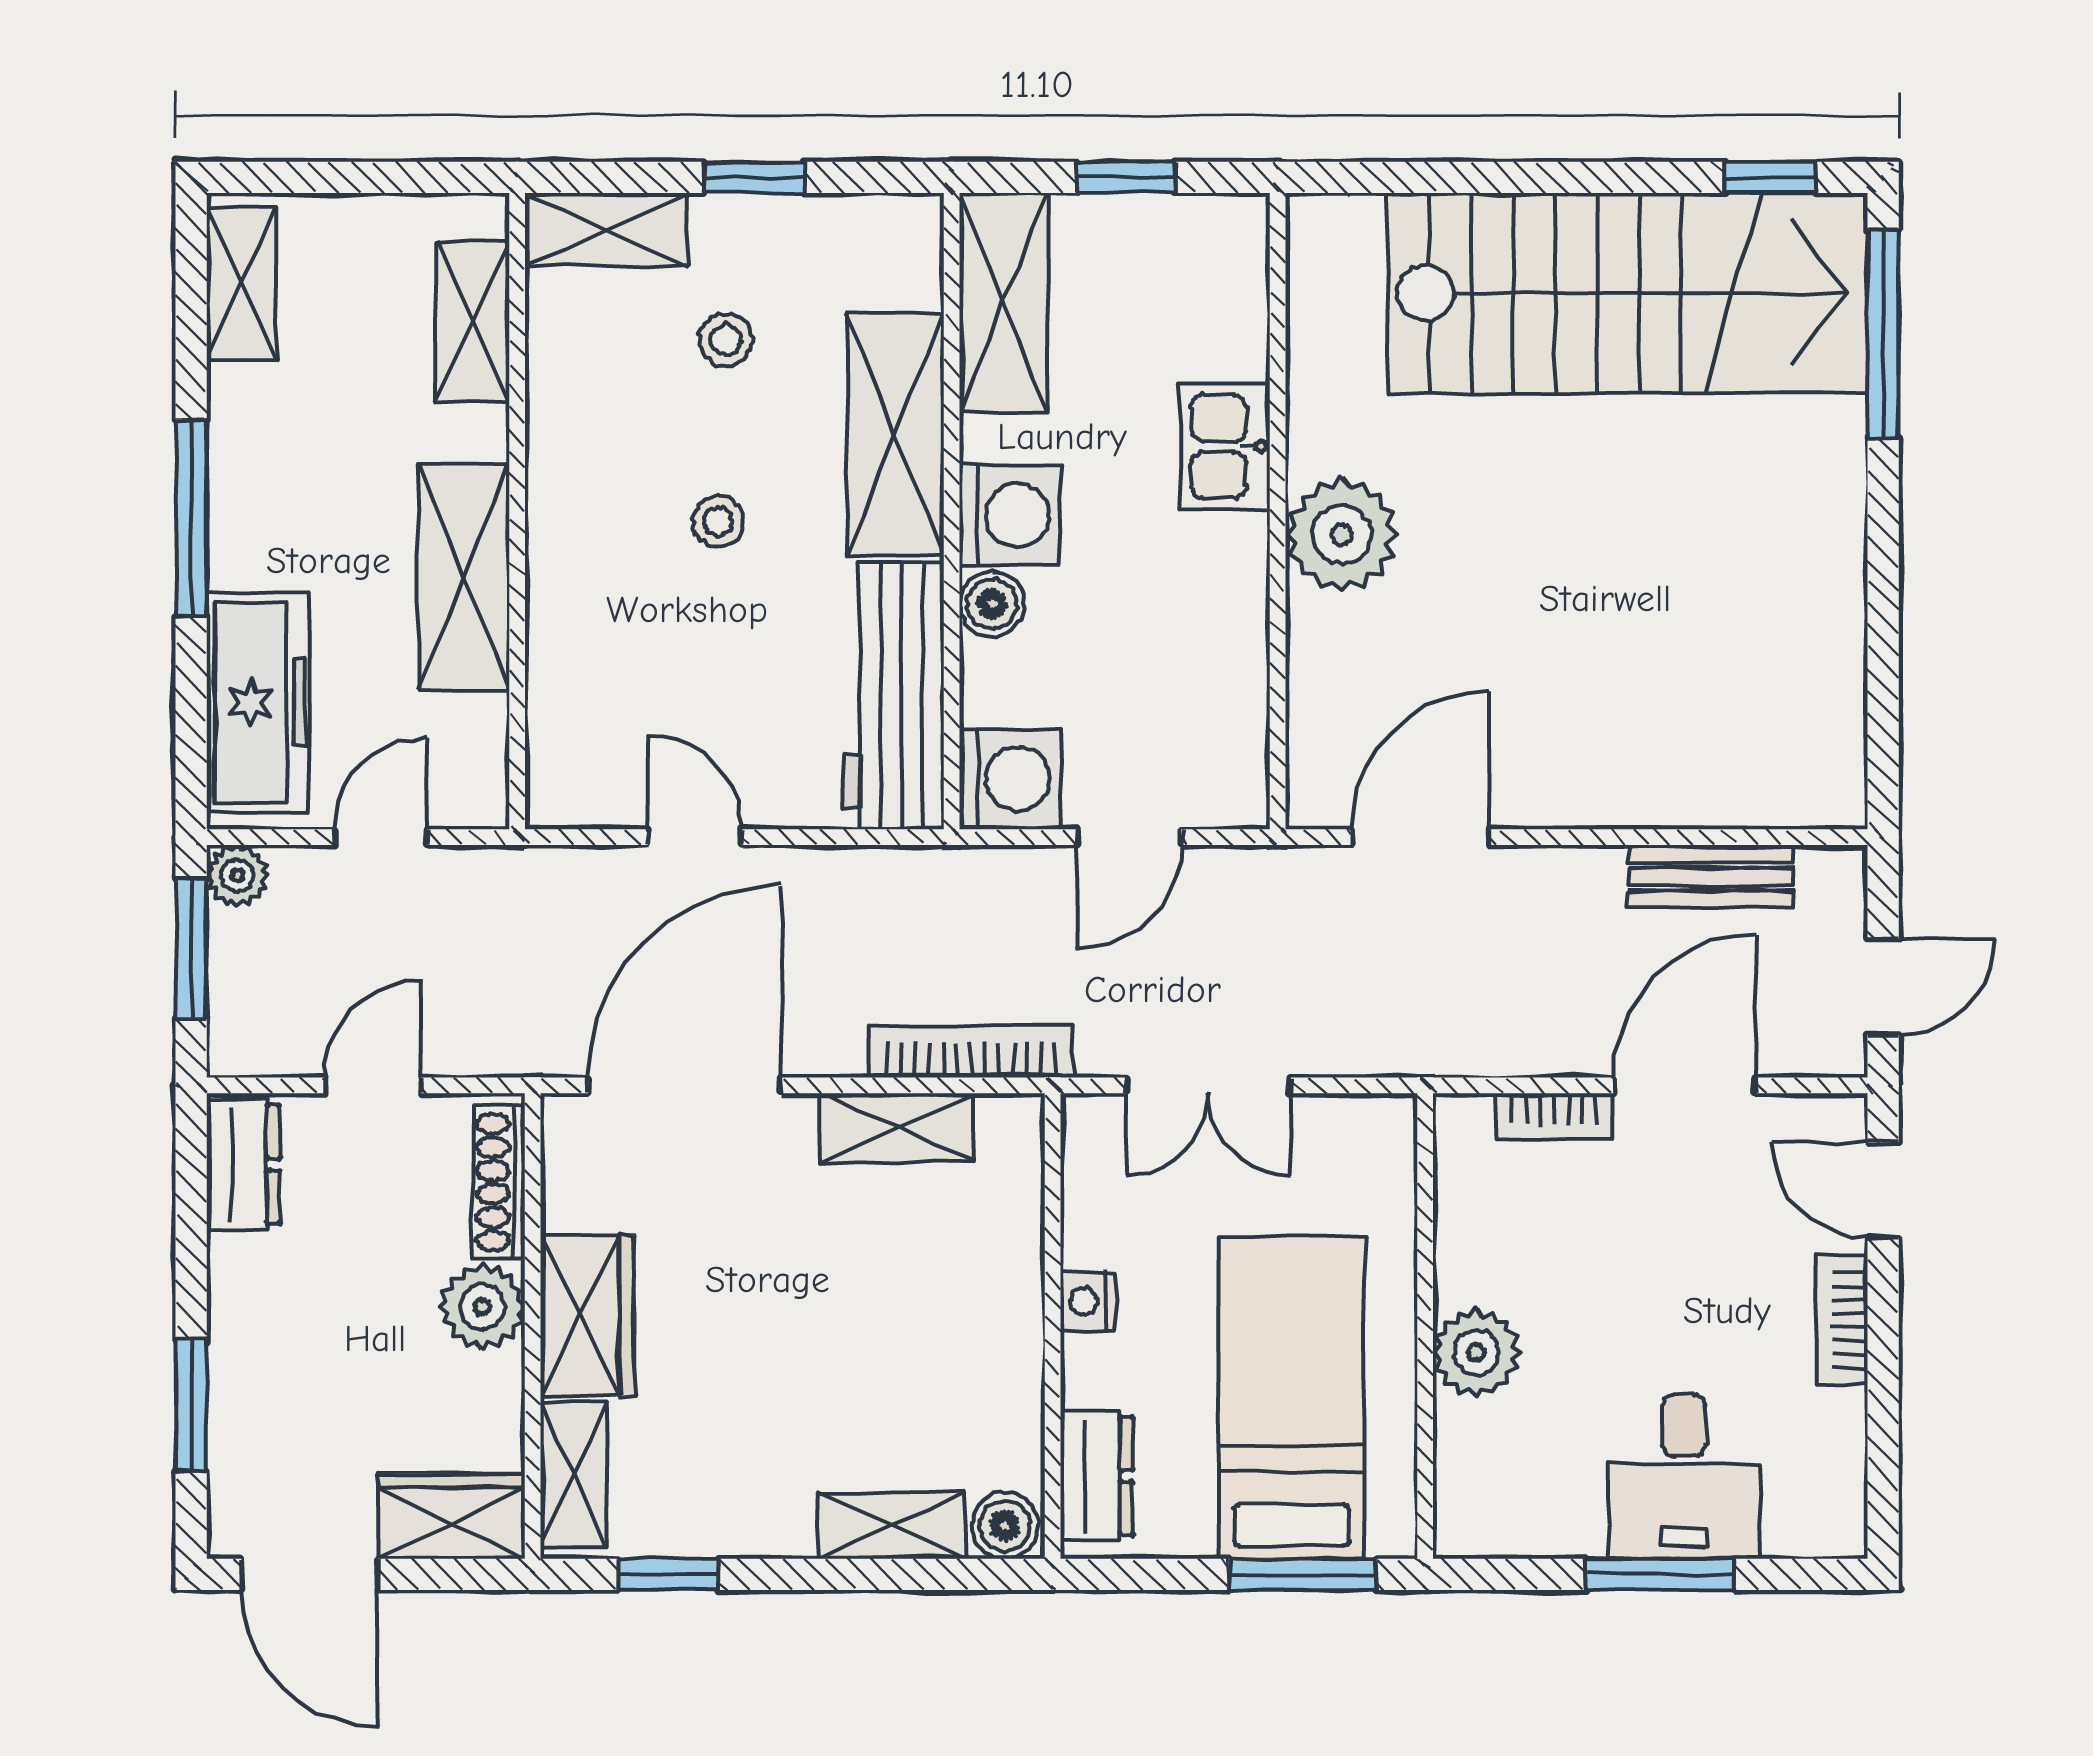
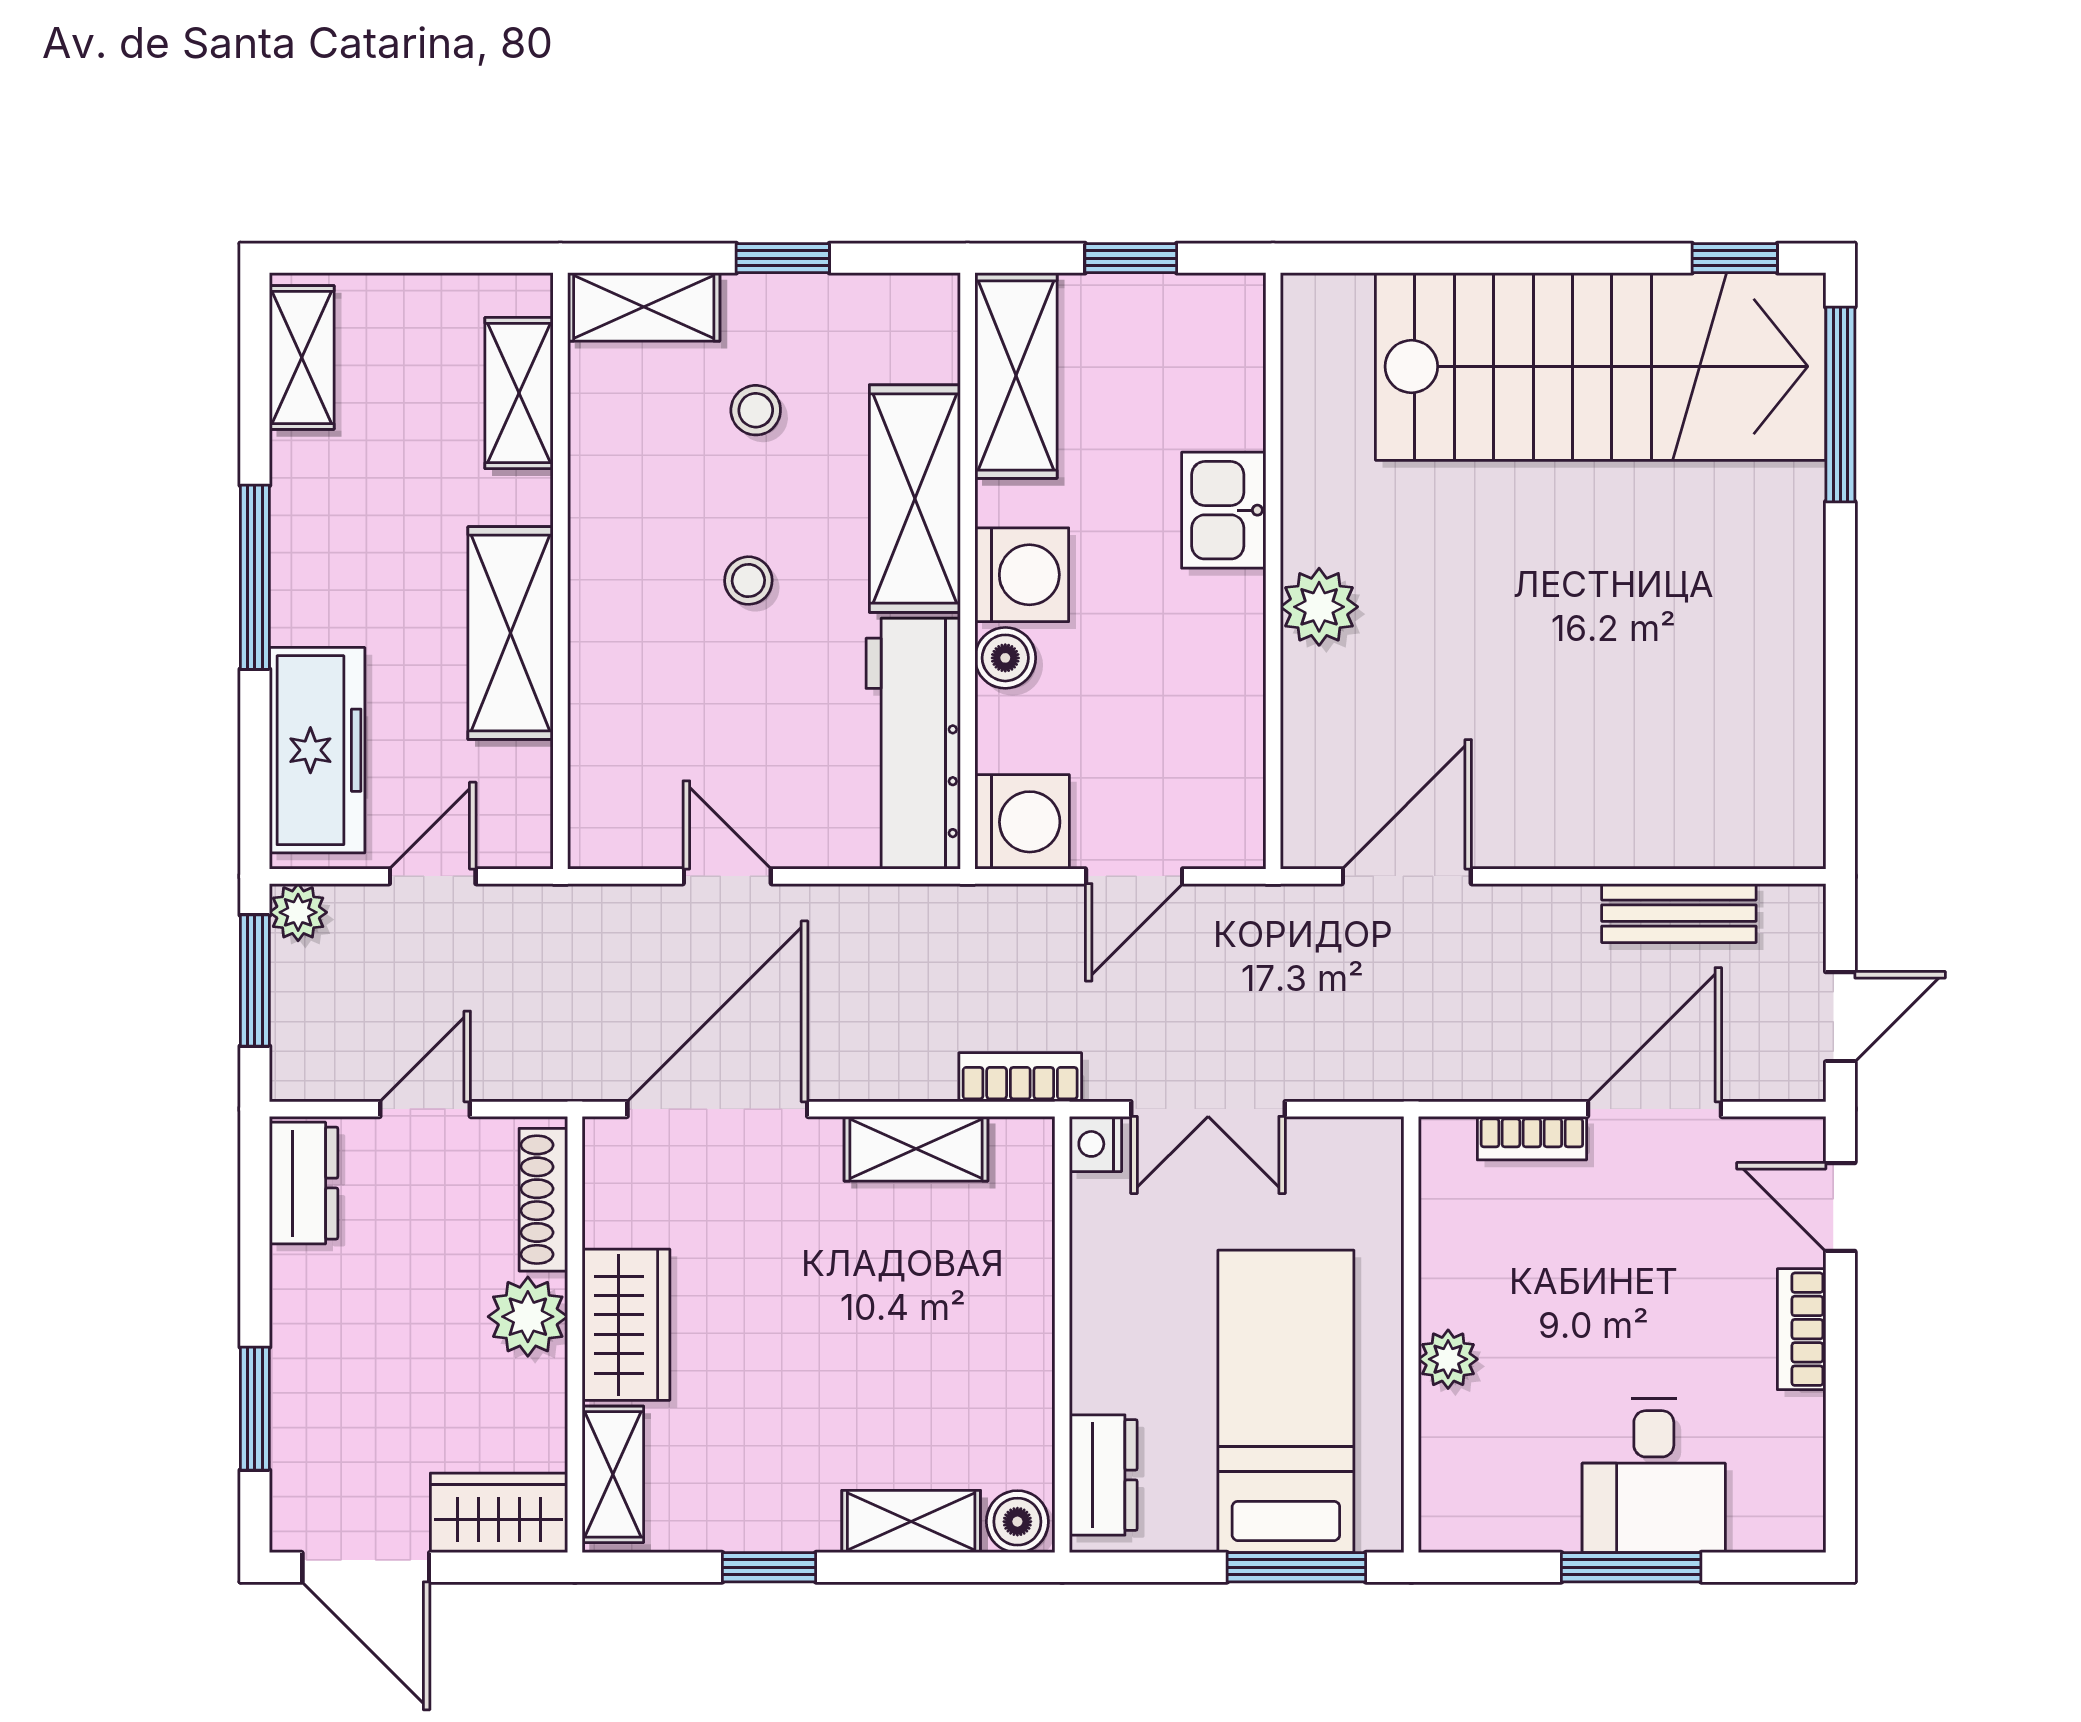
plant: (1342, 535) -> (1319, 607), width x0.73, depth x0.73
bookcase: (971, 1052) -> (1020, 1077), width x0.64
nightstand: (1088, 1302) -> (1095, 1144), moved
plant: (1476, 1352) -> (1448, 1359), width x0.73, depth x0.73
window: (668, 1574) -> (769, 1567), moved

